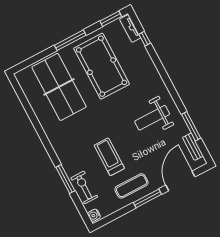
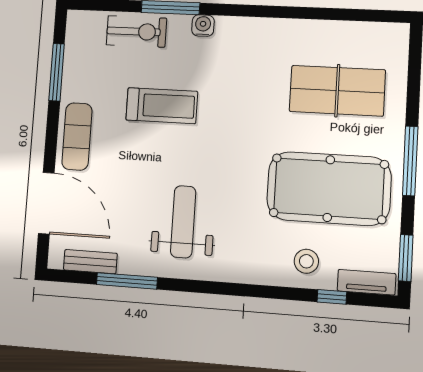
stool: (137, 57) -> (306, 261), added
table tennis table: (59, 87) -> (337, 91), width x0.73, depth x0.76
exercise mat: (131, 186) -> (77, 136), moved
window: (148, 198) -> (57, 72), moved
water cooler: (94, 215) -> (203, 26), moved

